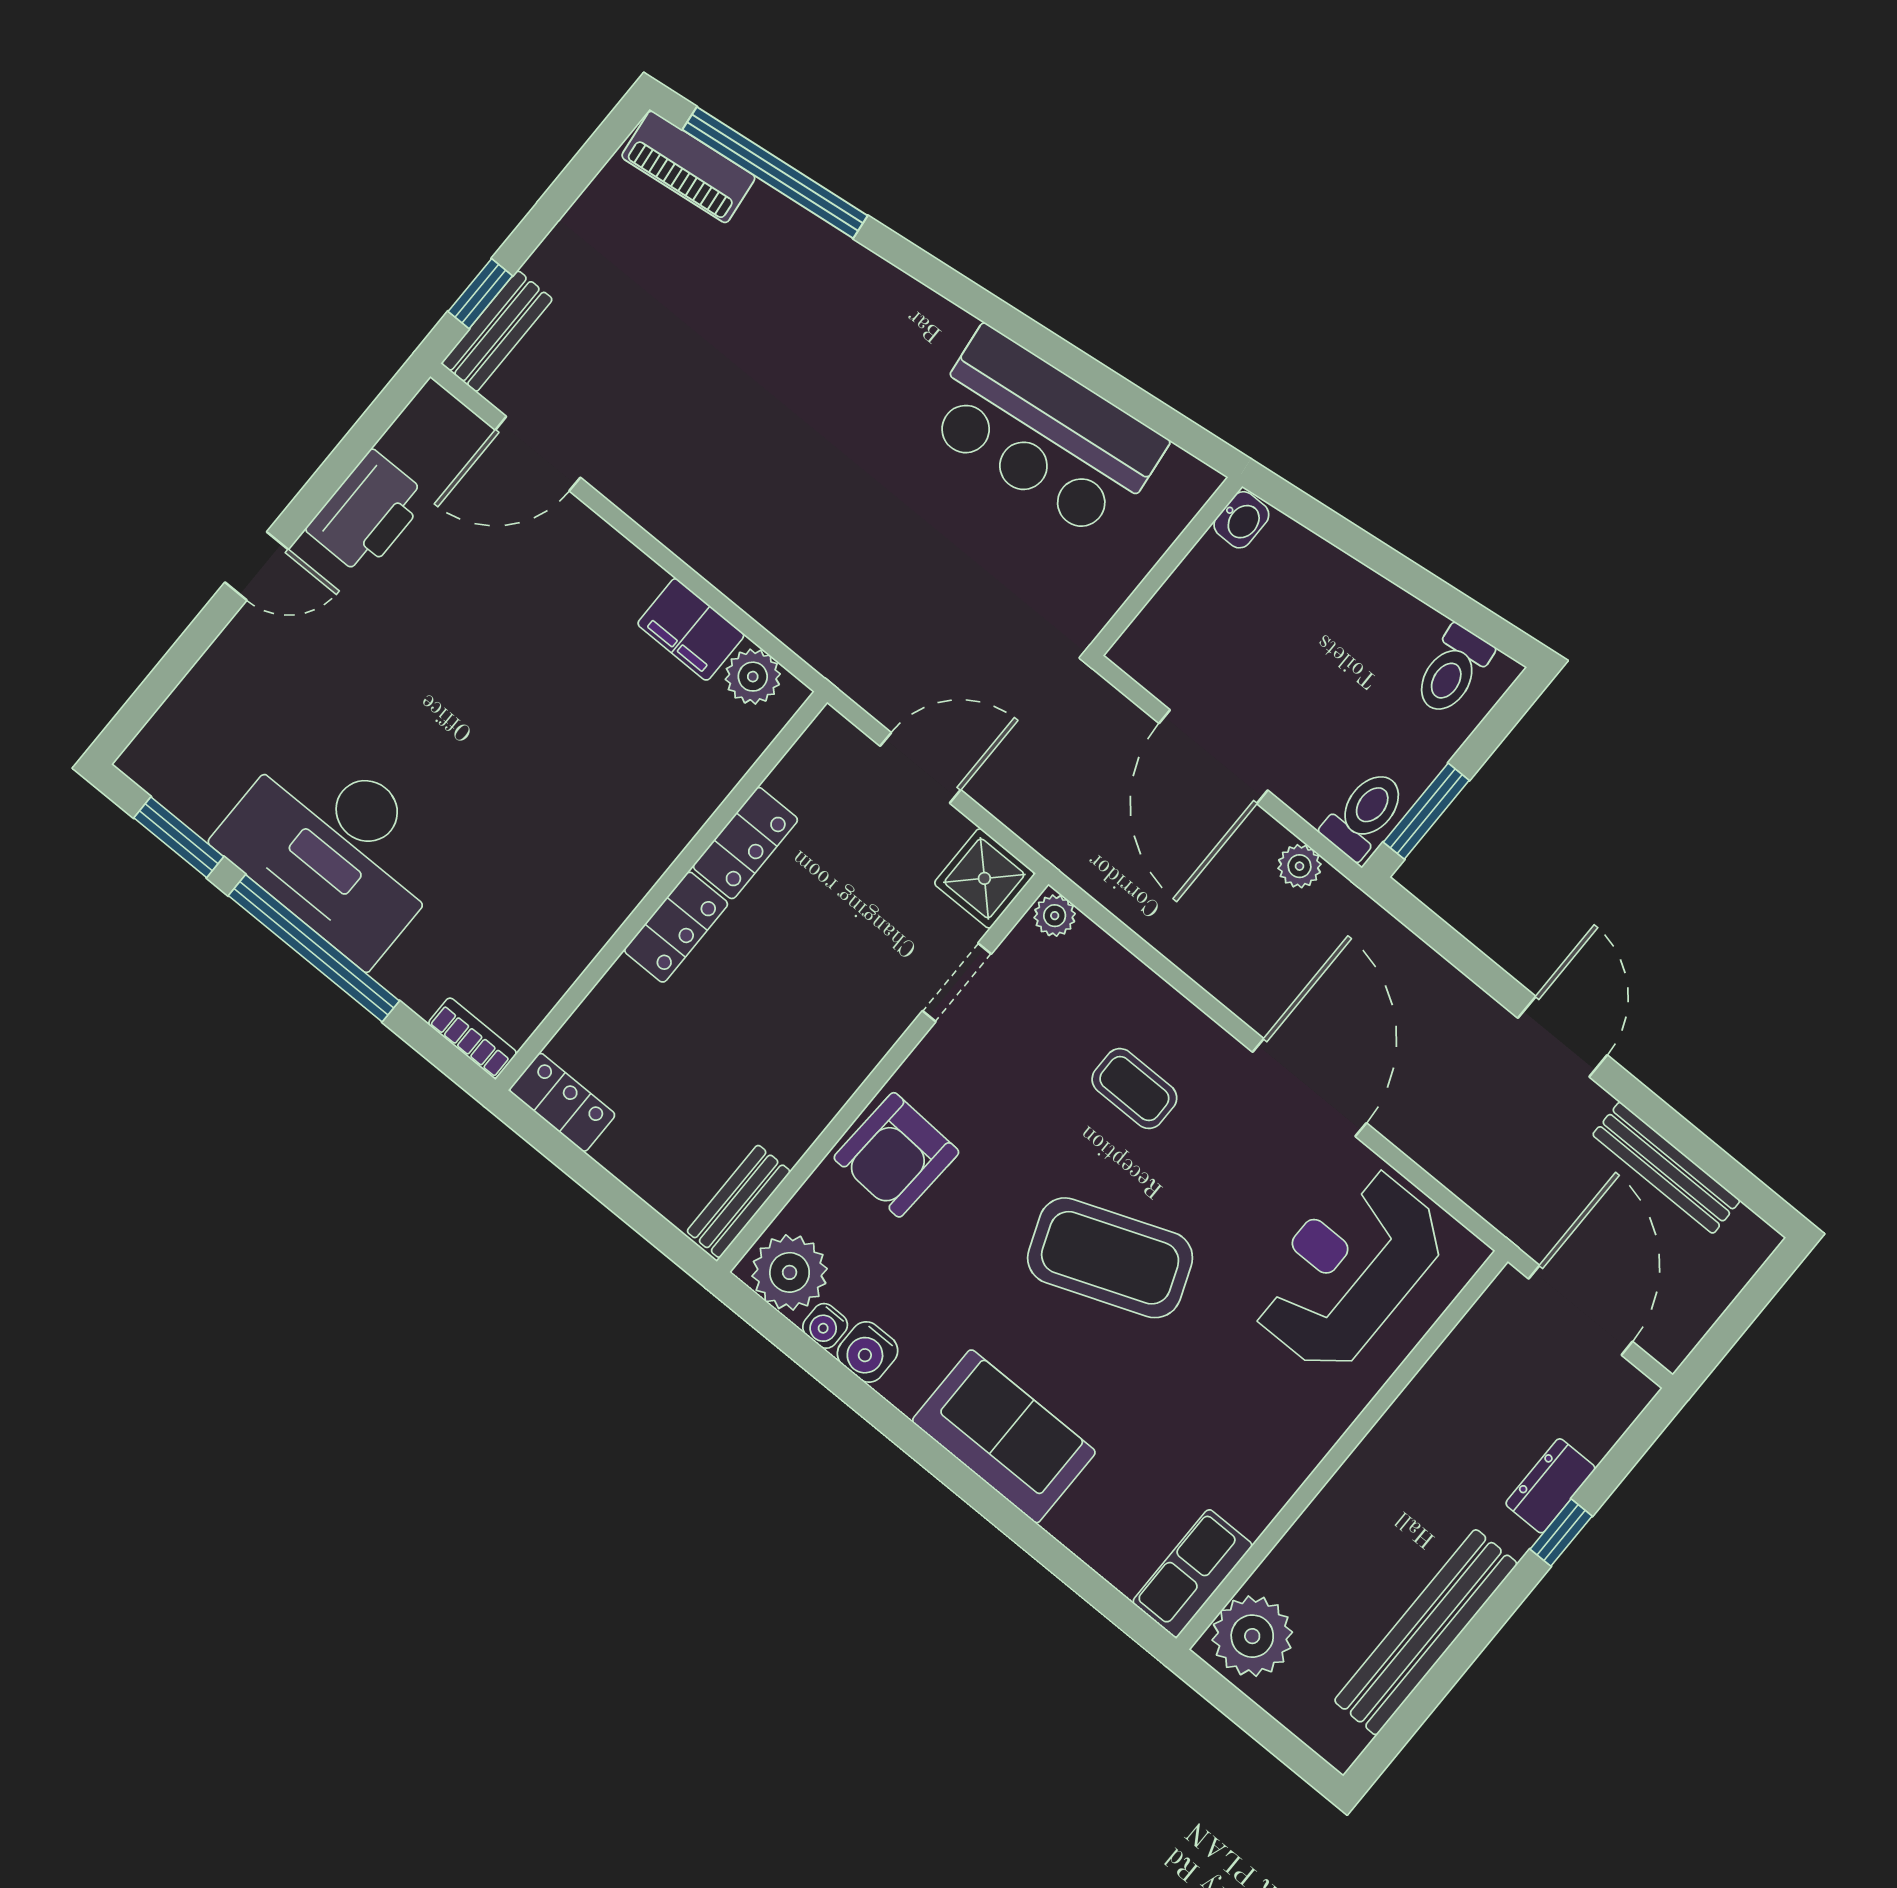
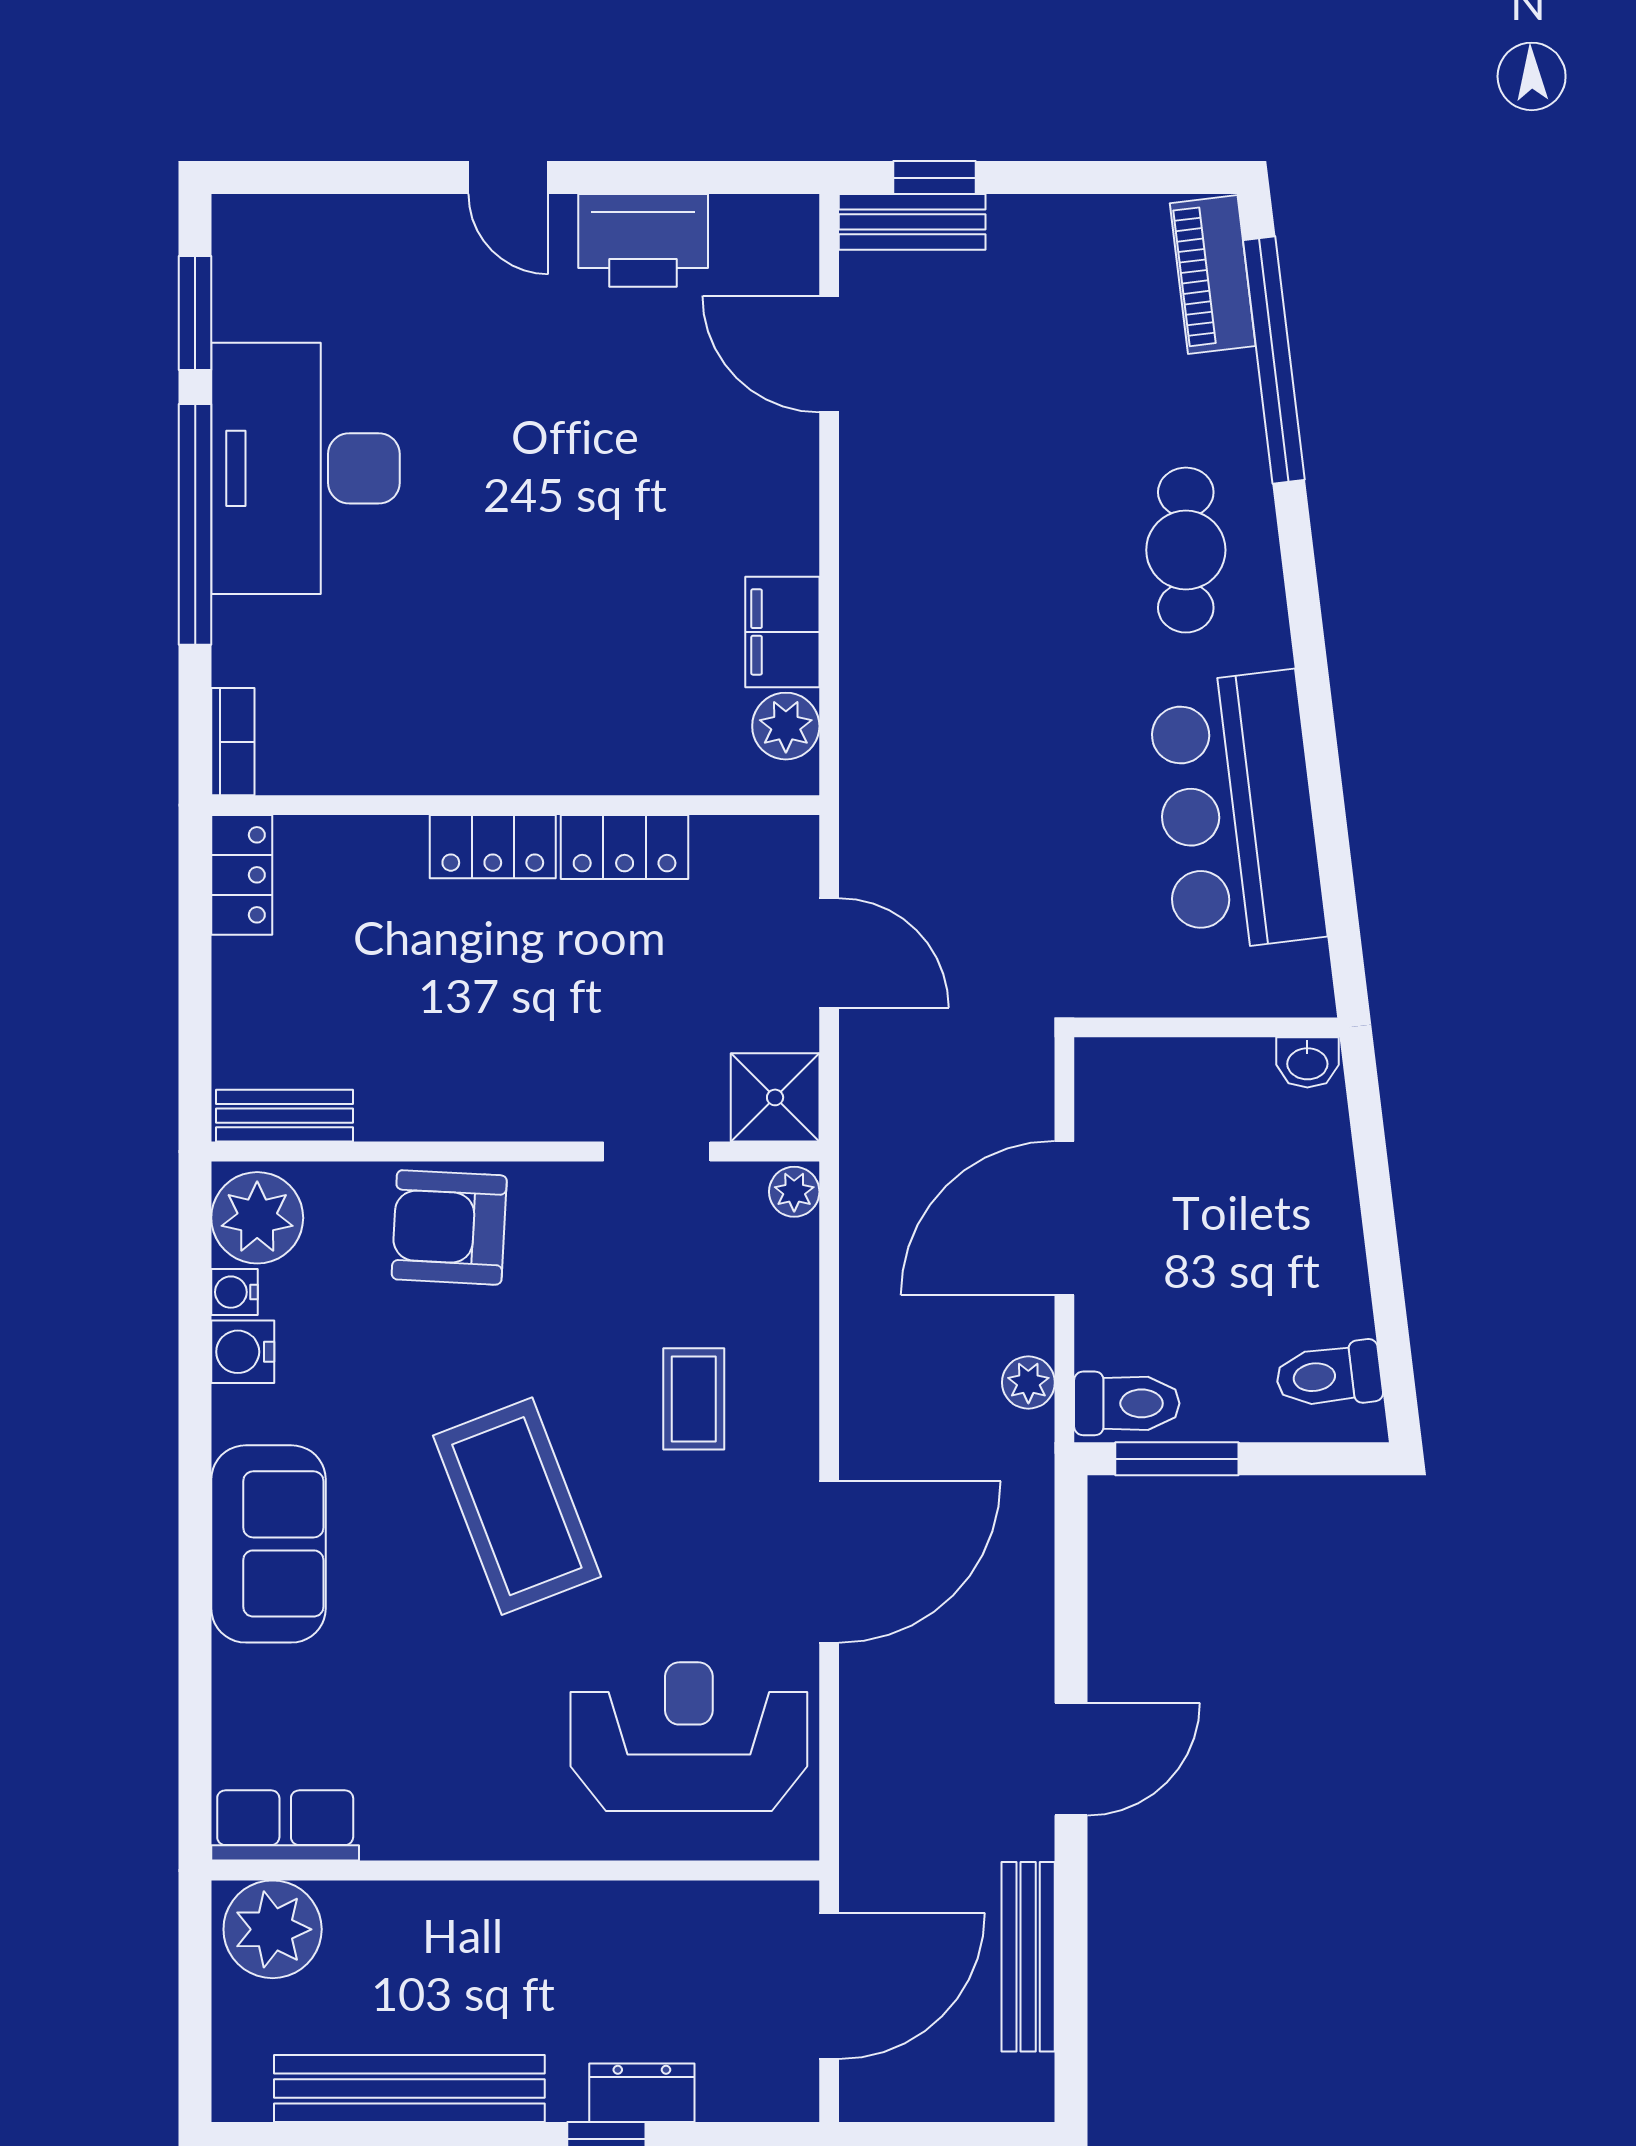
cafe table: (850, 329) -> (1186, 550), added

